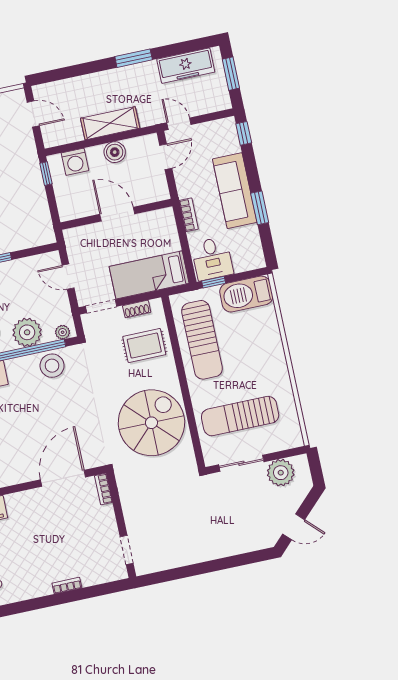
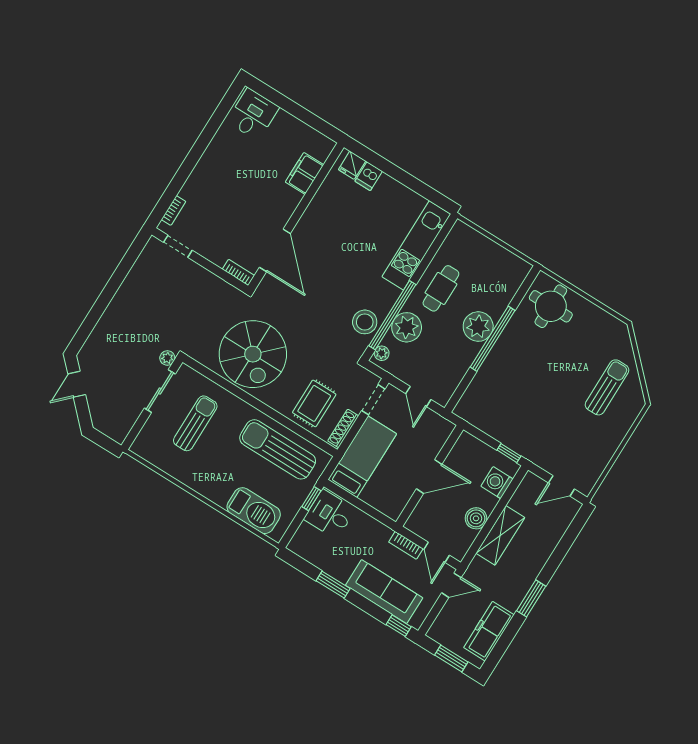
sofa: (235, 191) -> (384, 592), moved
bookcase: (189, 215) -> (406, 545), moved
door: (68, 277) -> (418, 397), swing flipped
barbecue: (246, 294) -> (254, 511), moved, turned 90
shoe rack: (137, 309) -> (343, 428), width x1.43
sun lounger: (240, 416) -> (195, 423), width x0.73, depth x0.75
plant: (281, 473) -> (167, 358), moved, width x0.53, depth x0.53
bookcase: (67, 586) -> (173, 210), moved

